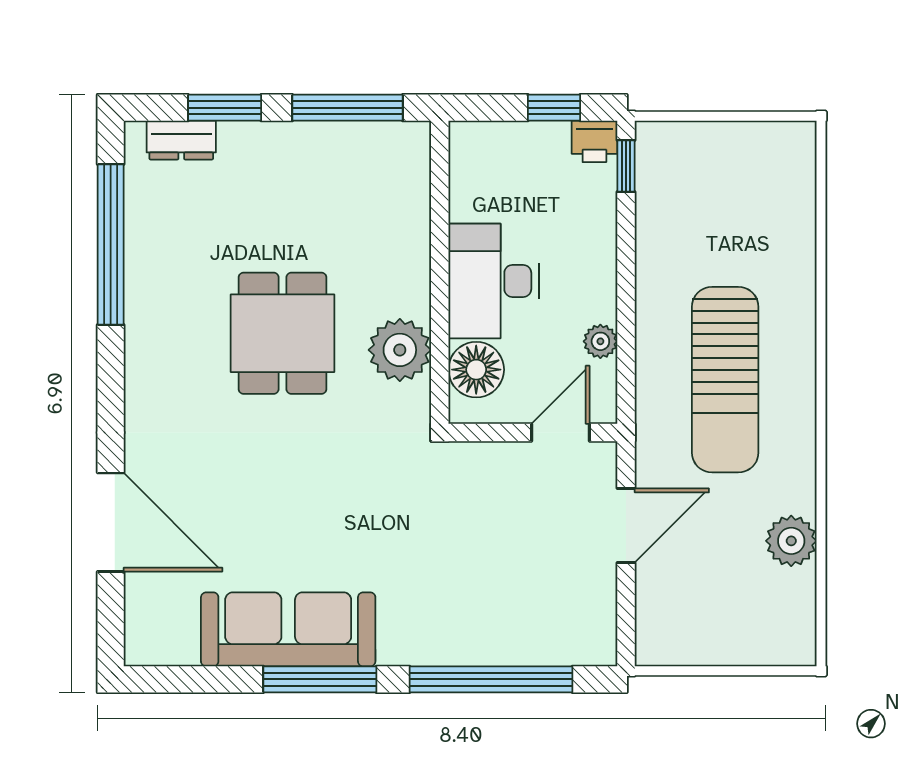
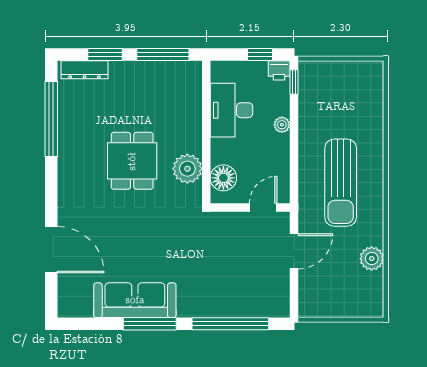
dresser: (181, 140) -> (85, 70), width x1.44
desk: (493, 281) -> (232, 110), moved
plant: (600, 341) -> (282, 125), moved

